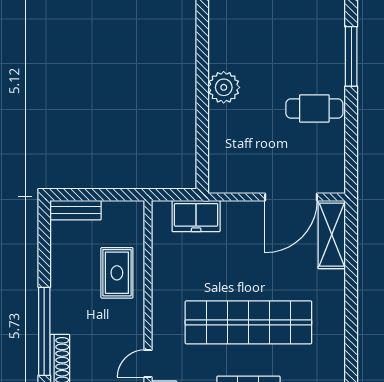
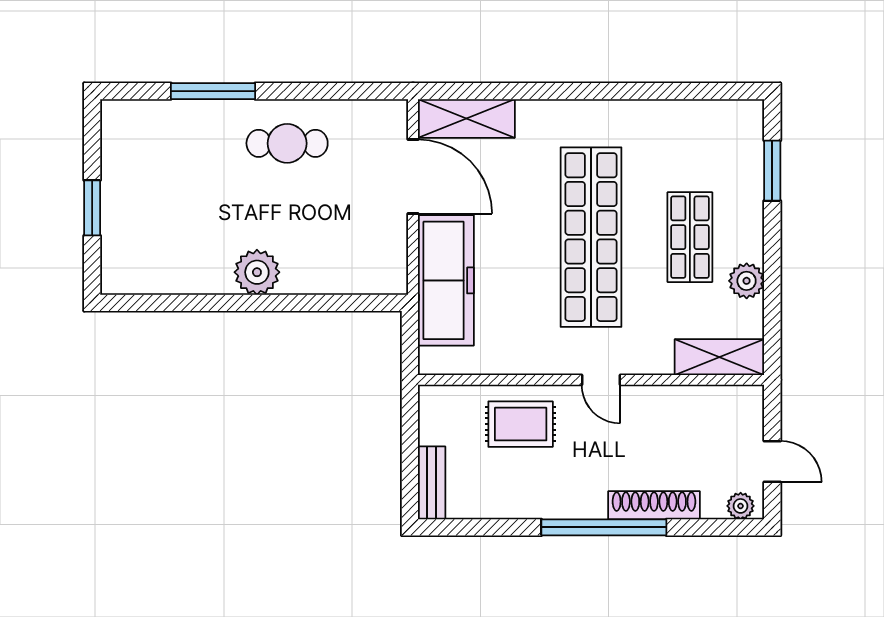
cafe table: (314, 108) -> (287, 143), turned 90
freezer: (196, 216) -> (446, 280), width x1.91, depth x1.26
door: (148, 363) -> (601, 380), moved

